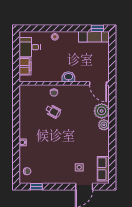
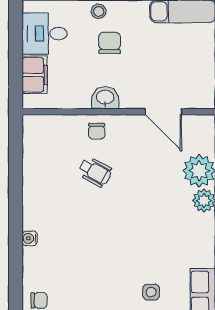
chair: (60, 51) -> (110, 43), added
washbasin: (68, 77) -> (105, 98), moved
door: (98, 83) -> (163, 112), moved

